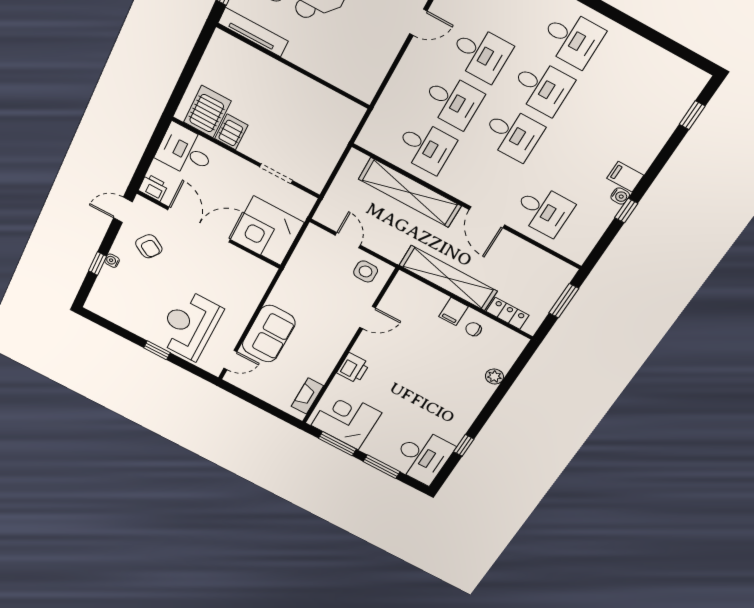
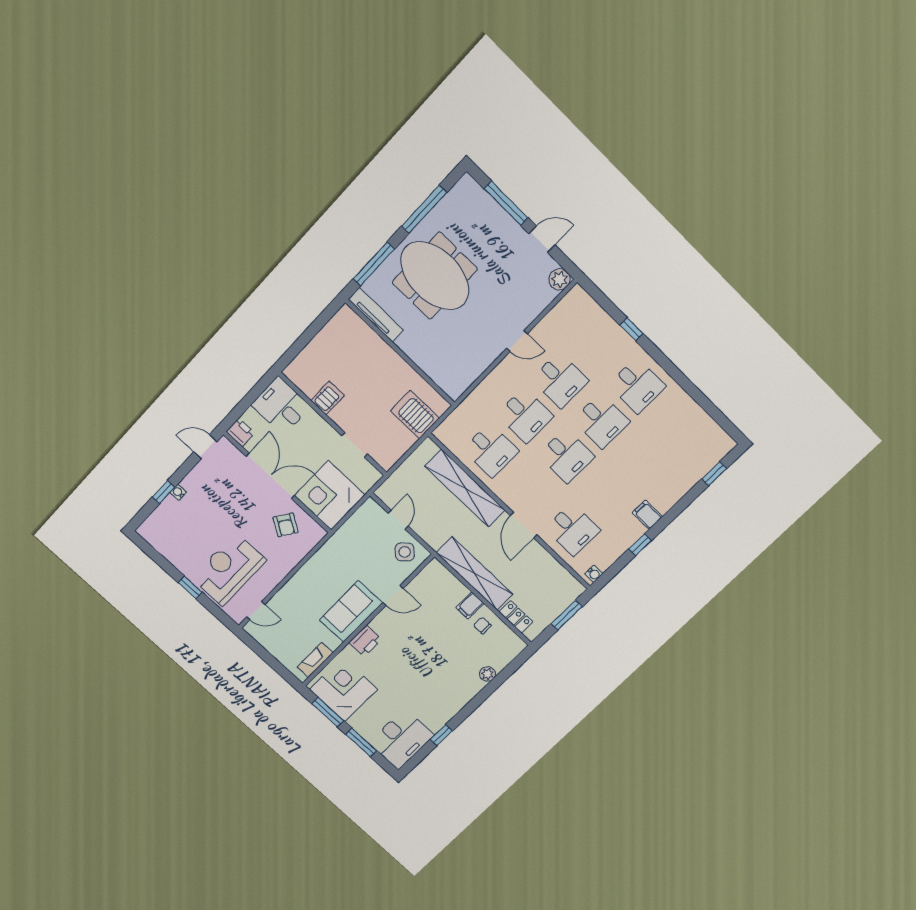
server rack: (207, 112) -> (415, 414), moved, turned -90
water cooler: (620, 196) -> (594, 574), moved
armchair: (149, 246) -> (286, 525), moved
side table: (366, 271) -> (405, 552), turned 45
sofa: (269, 334) -> (351, 611), moved, turned 180

